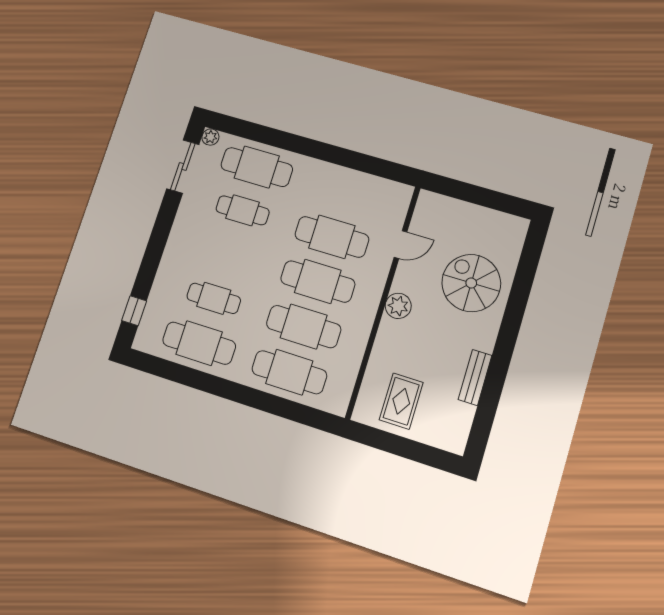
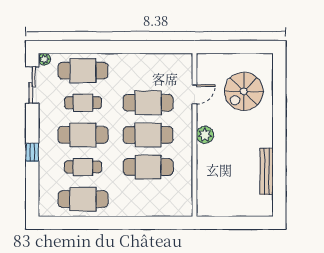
spiral stairs: (471, 283) -> (244, 91), moved, turned -90
window: (134, 311) -> (32, 152), moved
cafe table: (289, 372) -> (83, 135), moved
bench: (475, 377) -> (267, 171), width x1.36
rug: (401, 401) -> (225, 195), removed

